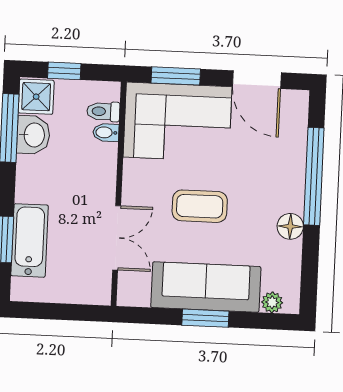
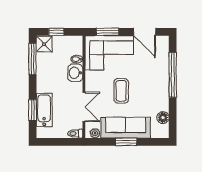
toilet: (103, 111) -> (75, 134), moved
washbasin: (33, 135) -> (75, 73), moved, turned 180
coffee table: (200, 206) -> (121, 91), turned 90
floor lamp: (290, 226) -> (163, 118), moved
plant: (272, 302) -> (95, 133), moved

